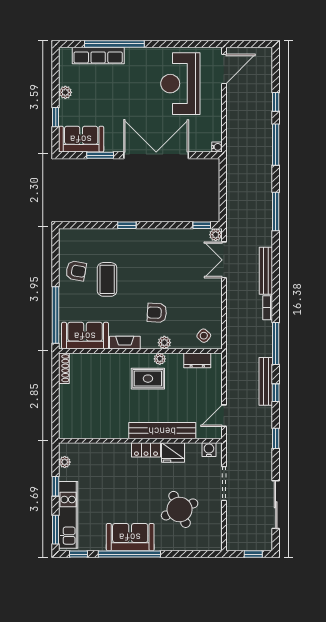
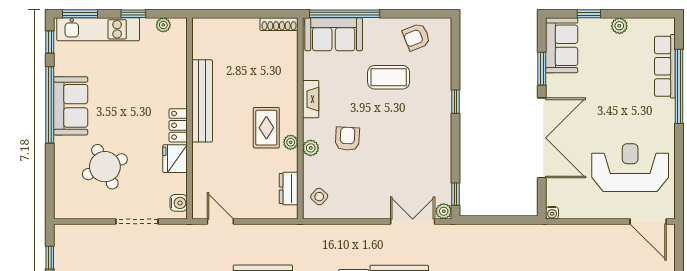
armchair: (76, 271) -> (416, 37), moved, turned 58
sofa: (85, 336) -> (334, 34), moved, turned 90
bench: (162, 431) -> (202, 101), moved

